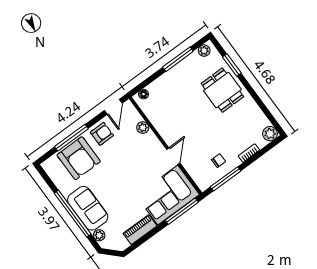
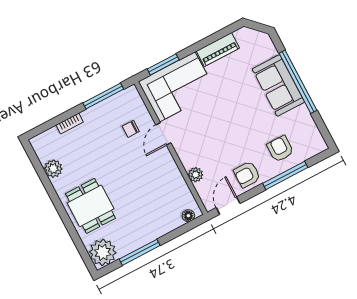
plant: (204, 51) -> (103, 252), width x1.88, depth x1.88
window: (232, 65) -> (74, 235), removed
plant: (270, 134) -> (53, 169), moved
armchair: (79, 158) -> (280, 149), width x0.53, depth x0.53
chair: (218, 161) -> (131, 129), moved
window: (182, 211) -> (163, 64), width x0.69
plant: (99, 235) -> (269, 50), removed

